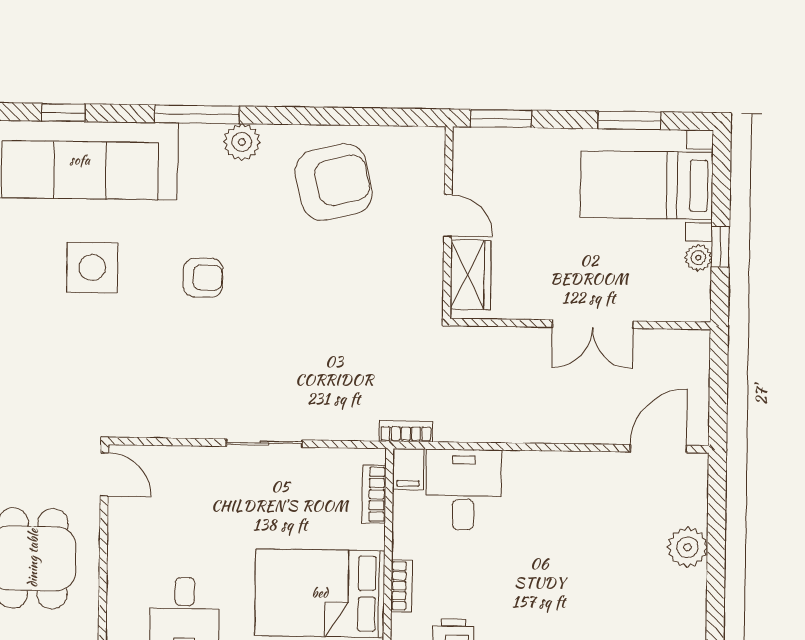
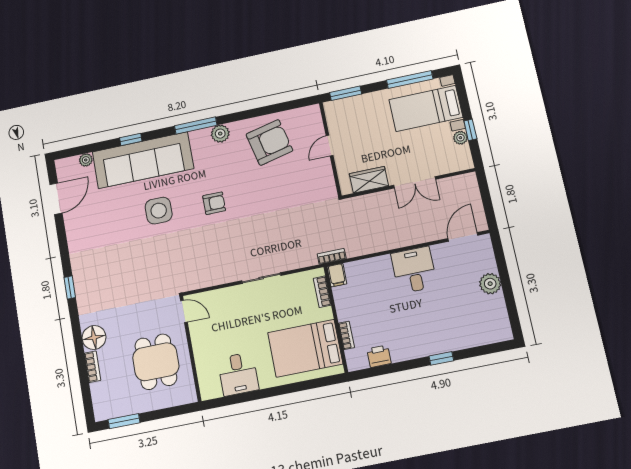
window: (629, 120) -> (410, 80), width x1.44
door: (448, 215) -> (330, 146), swing flipped
wardrobe: (471, 275) -> (369, 180), moved, turned -90
desk: (463, 490) -> (414, 270), moved

